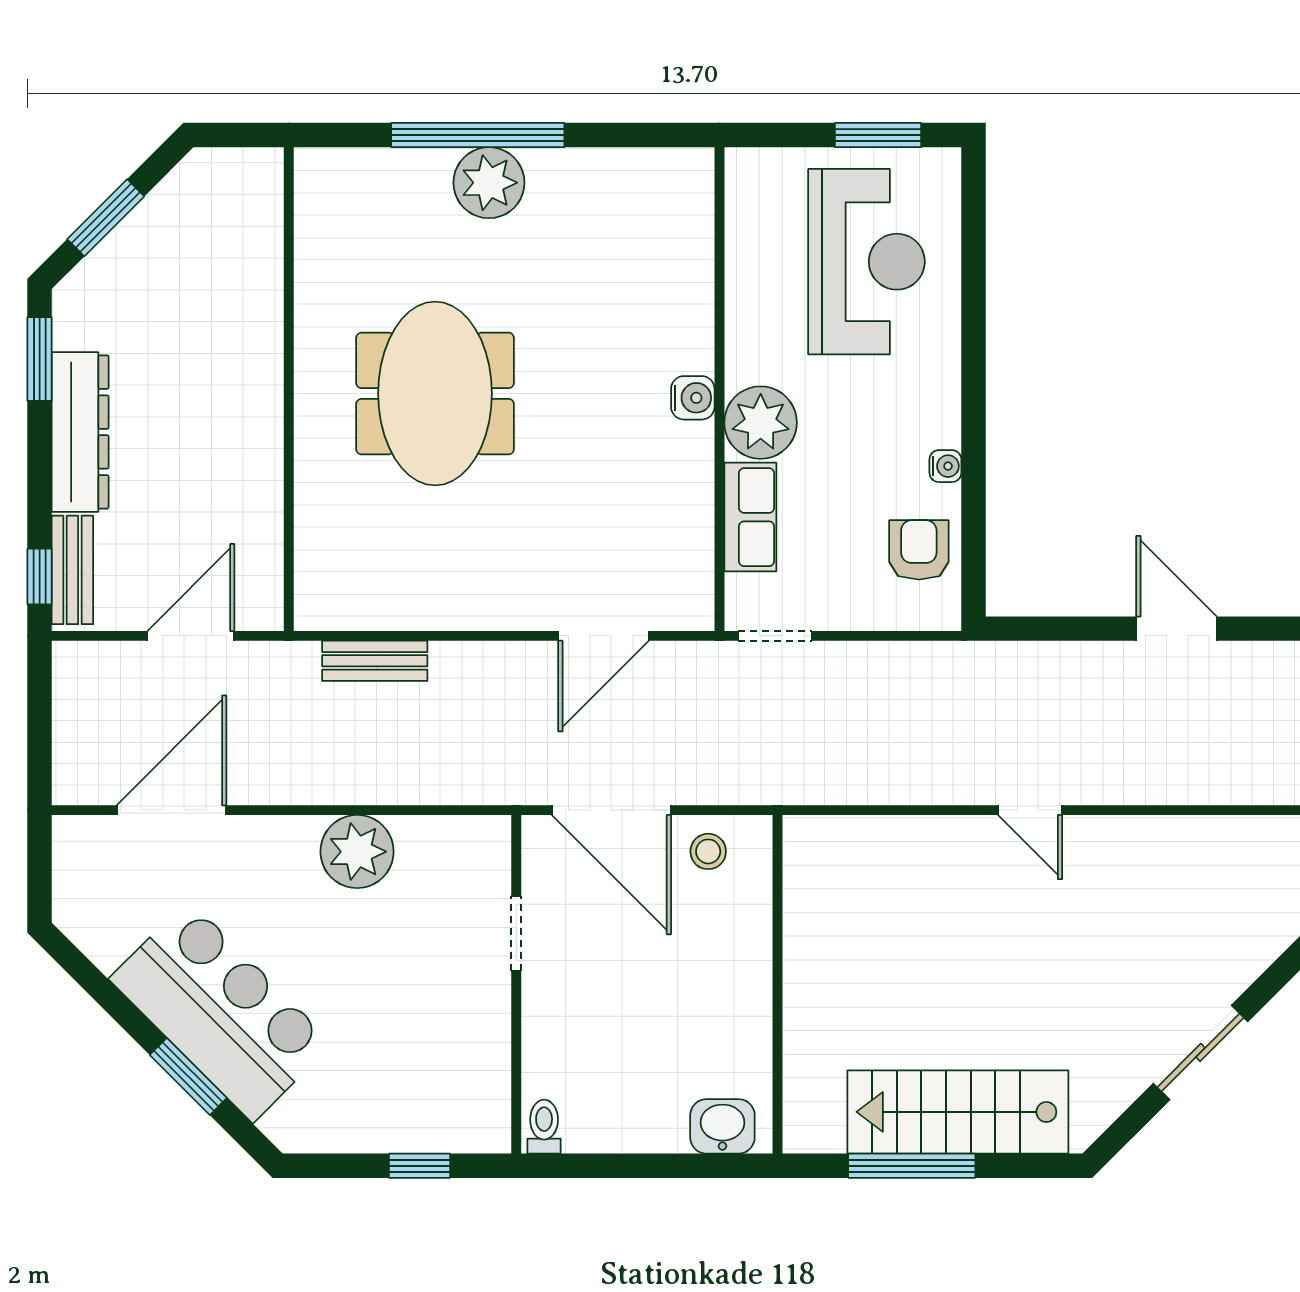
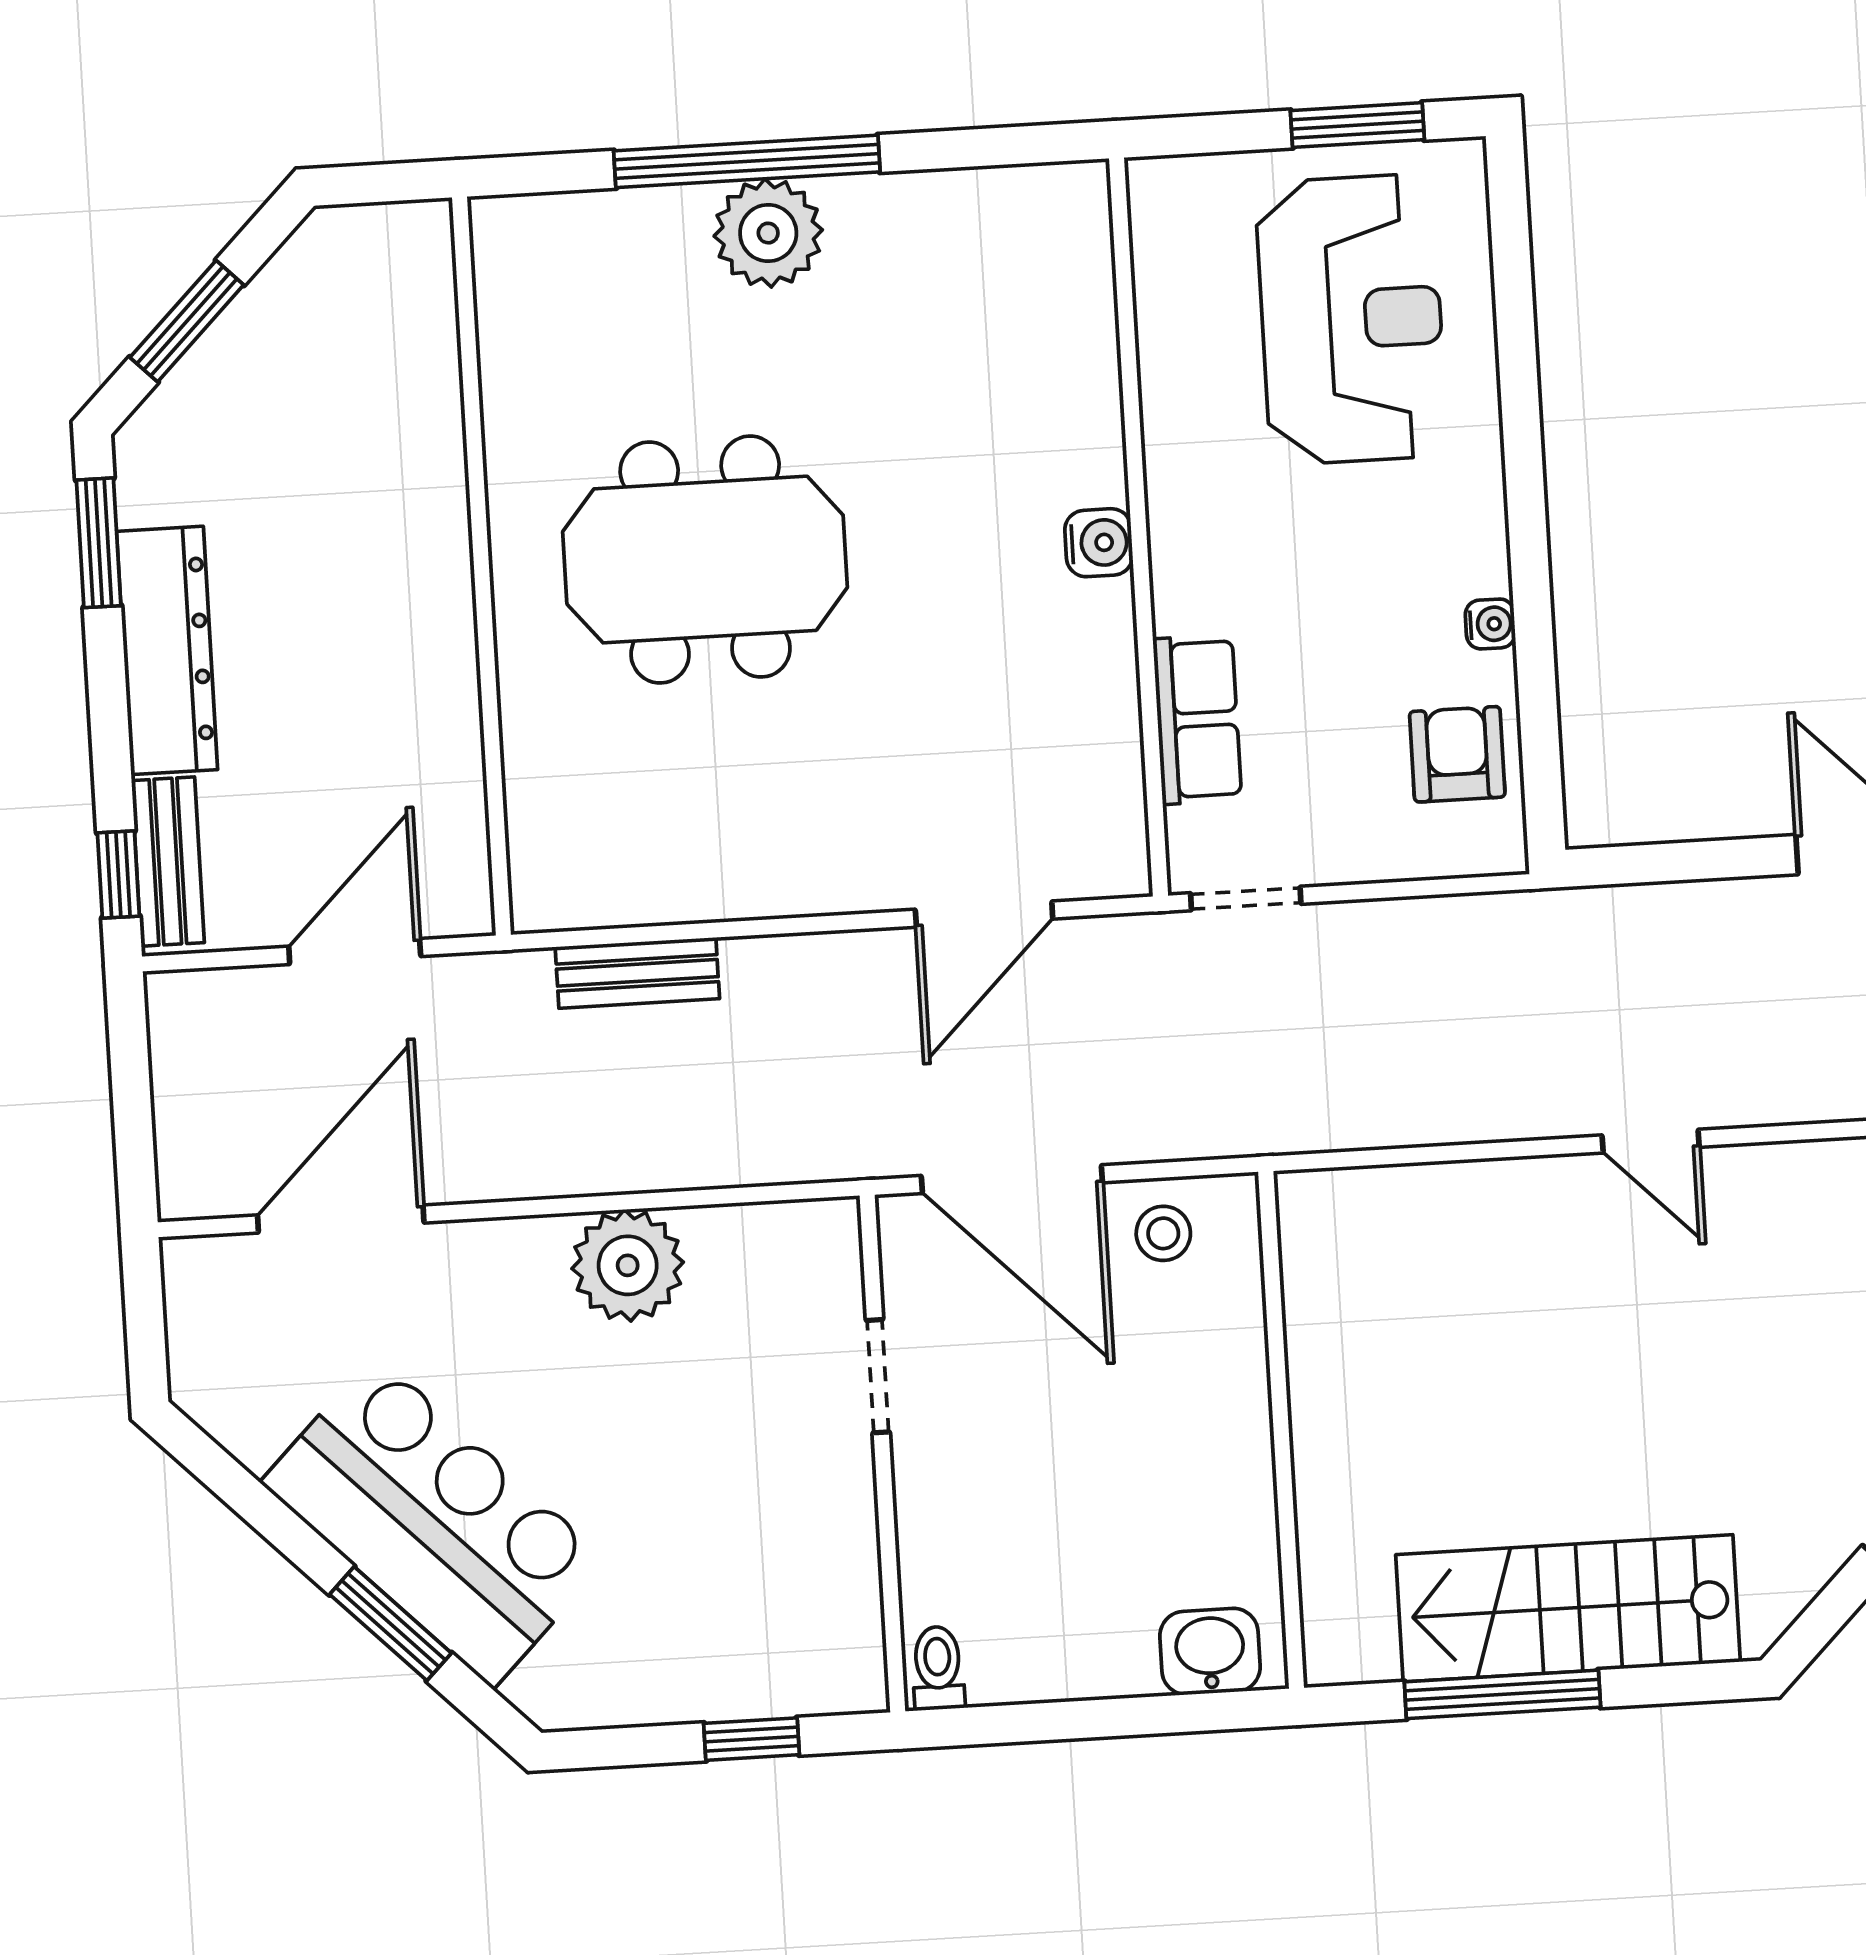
meeting table: (435, 394) -> (705, 560), turned 90
plant: (761, 423) -> (1204, 574), removed

